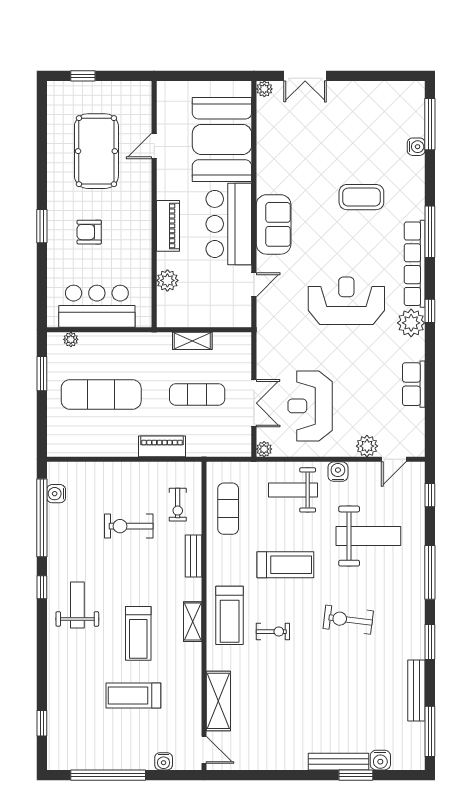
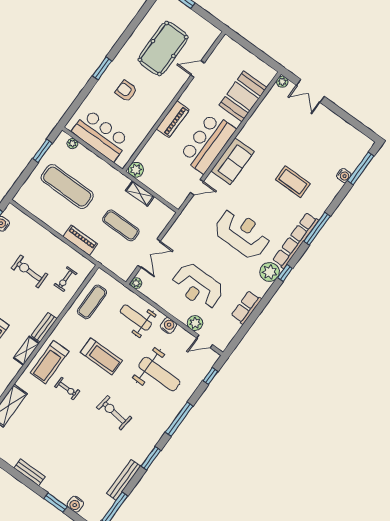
booth: (222, 139) -> (243, 96), width x0.73, depth x0.70
plant: (167, 280) -> (136, 170), moved
reception desk: (310, 406) -> (198, 286), moved, turned -90
bench: (194, 556) -> (44, 327), moved
bench: (339, 762) -> (30, 472), moved, width x0.73

